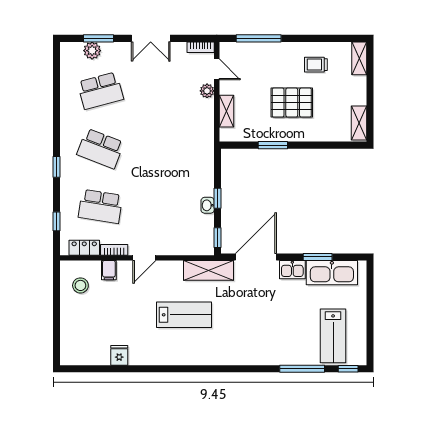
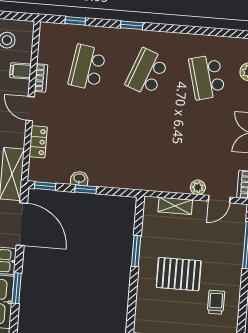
pallet: (292, 103) -> (179, 274), turned 90
locker: (84, 248) -> (38, 142), moved

